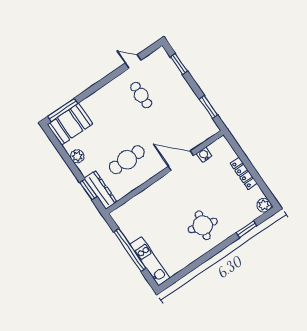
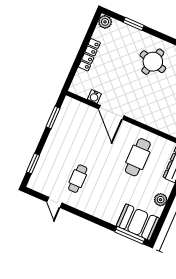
cafe table: (127, 160) -> (138, 157), turned 90

